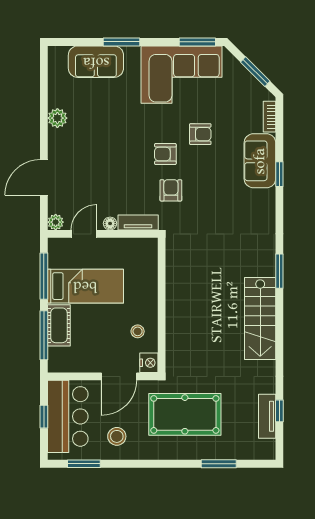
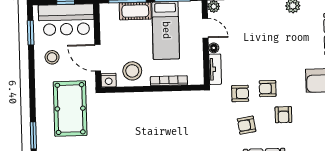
armchair: (165, 154) -> (268, 89), turned -90
armchair: (213, 183) -> (247, 125), added
bookcase: (152, 283) -> (169, 81), added
stool: (138, 331) -> (132, 71), width x1.89, depth x1.89

